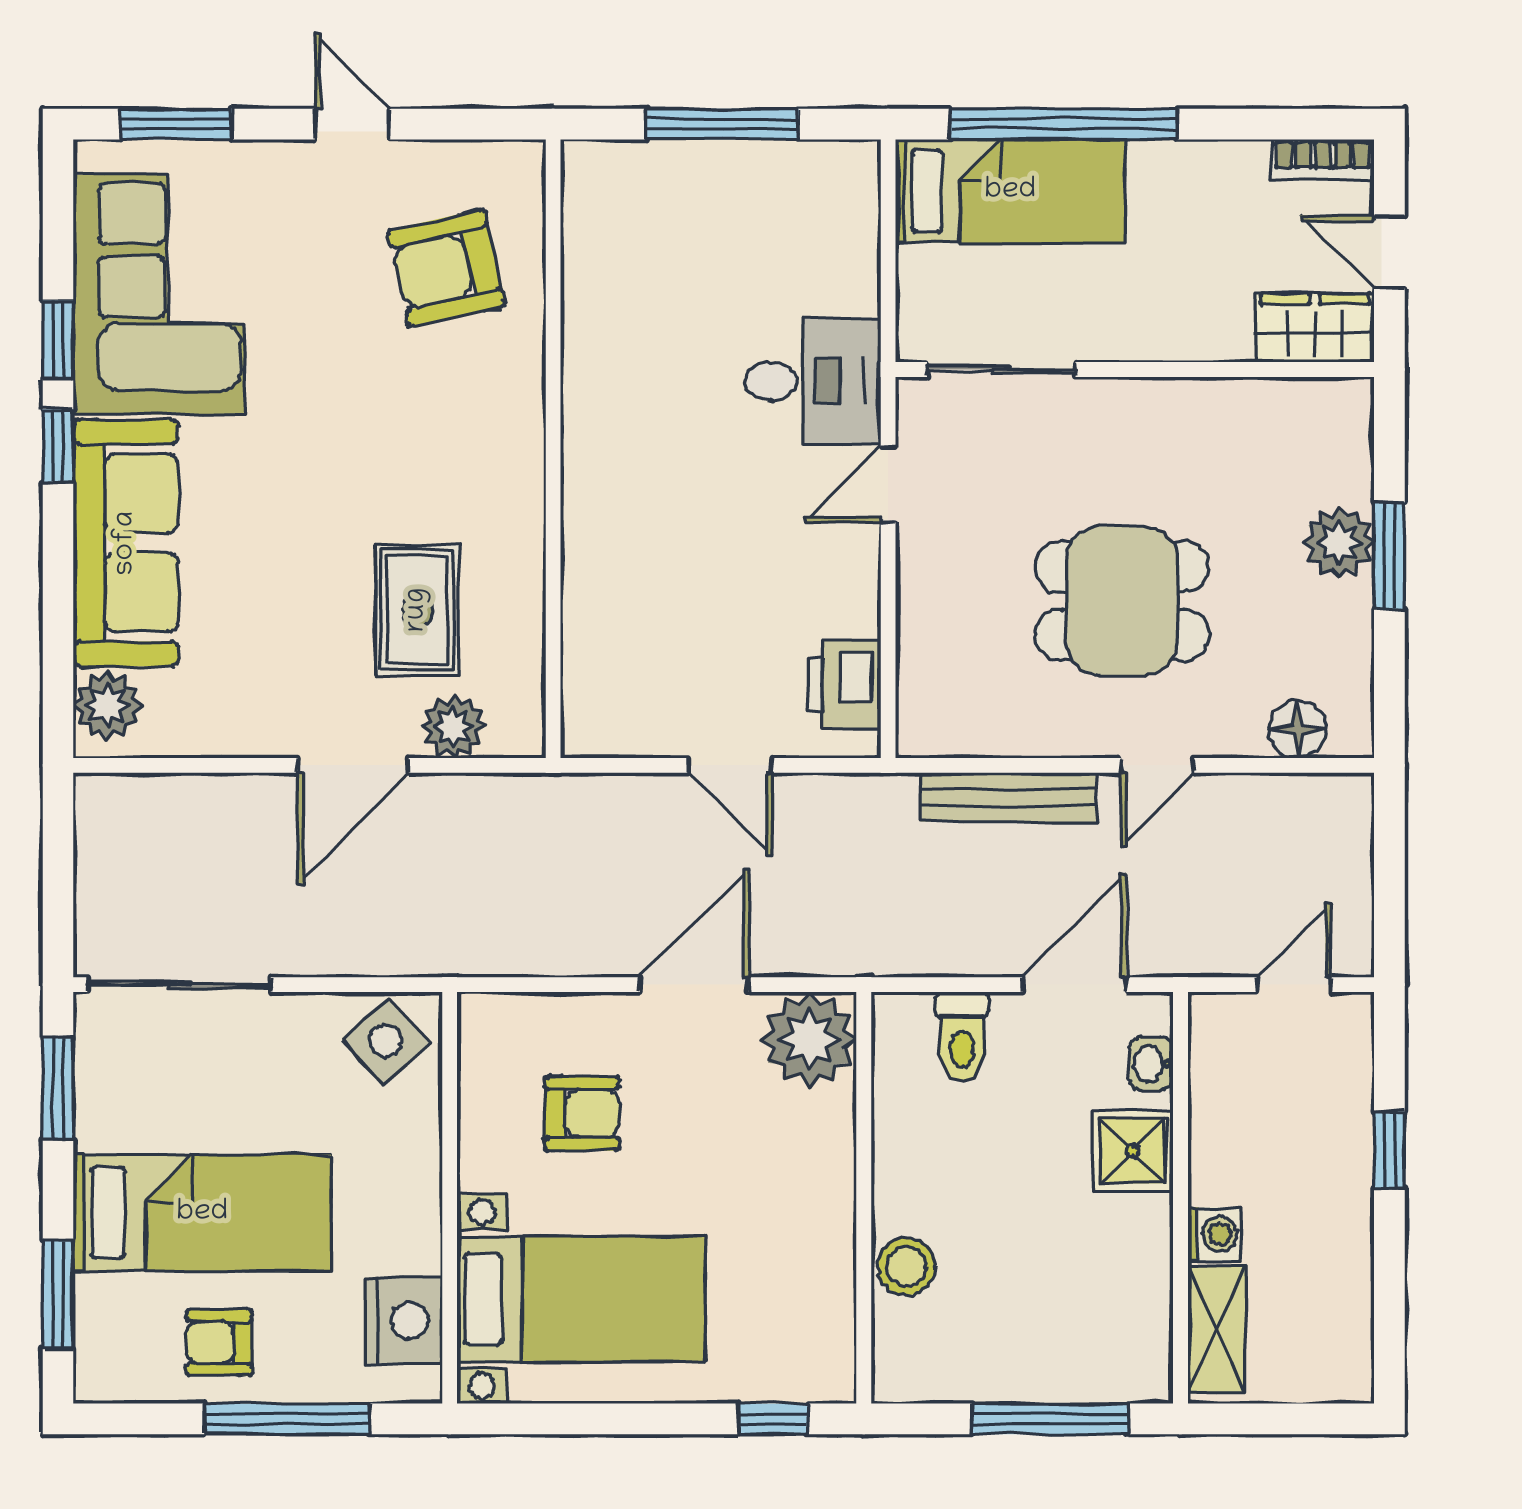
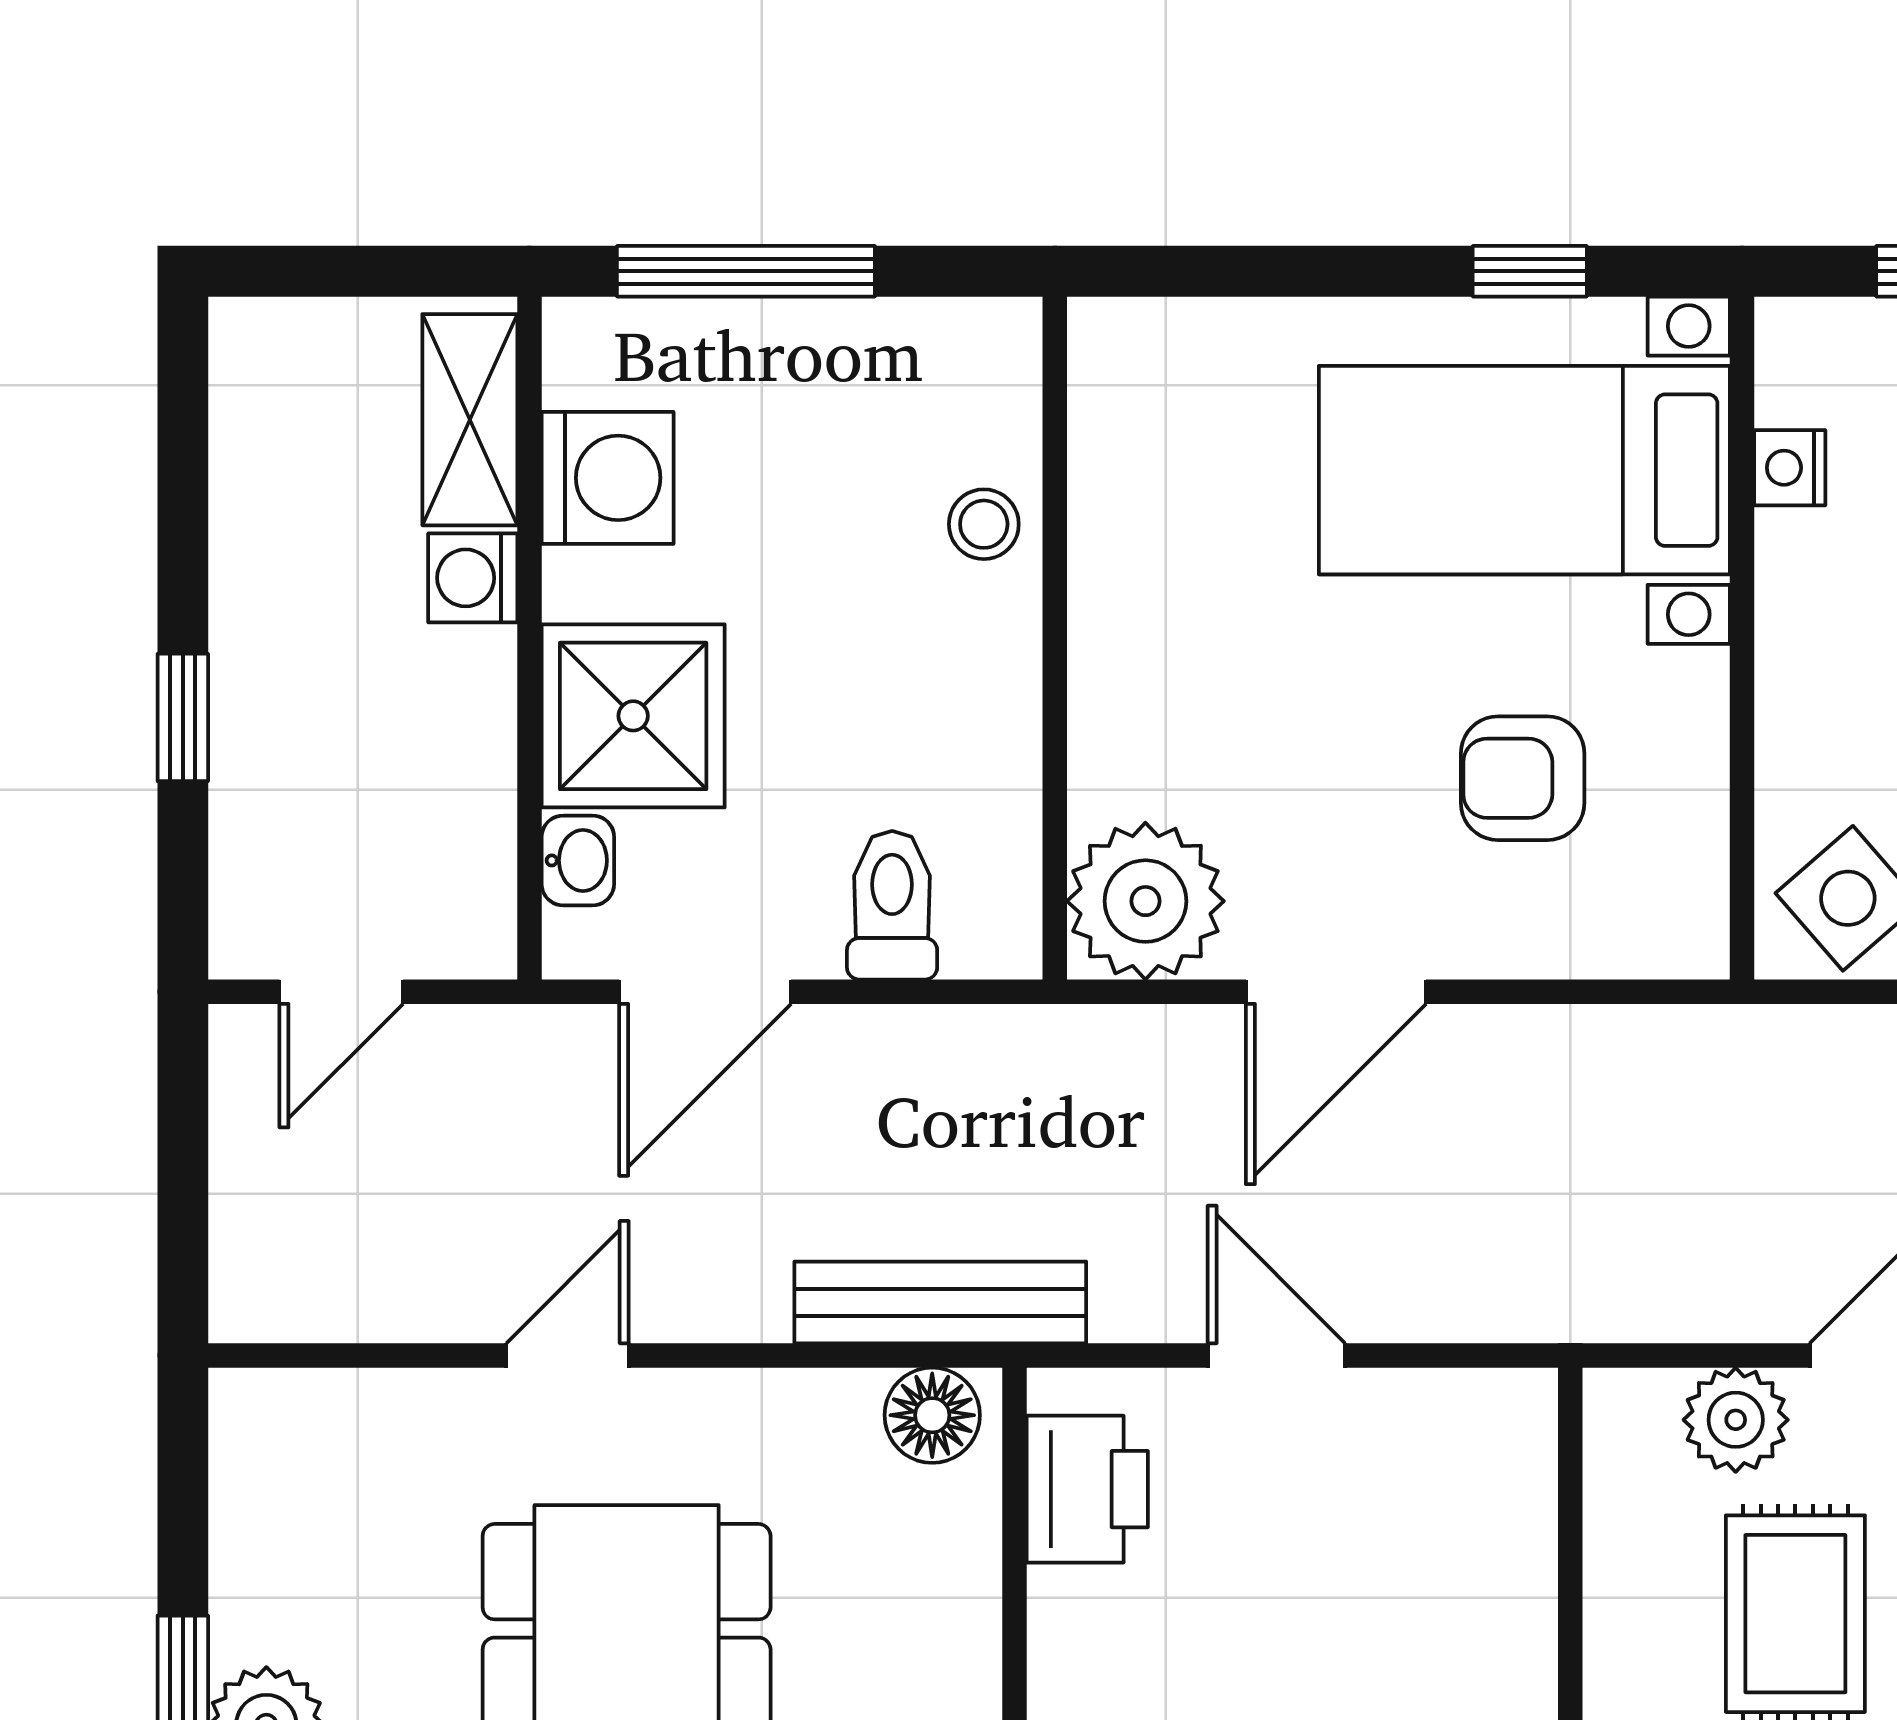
floor lamp: (1297, 729) -> (932, 1415), moved
bench: (1009, 797) -> (940, 1302), moved
shower: (1133, 1151) -> (633, 716), width x1.36, depth x1.36
stool: (907, 1266) -> (984, 524), width x0.73, depth x0.73
washing machine: (1133, 1294) -> (608, 478), added
nightstand: (404, 1321) -> (1790, 468), width x0.53, depth x0.56
window: (773, 1419) -> (1530, 271), moved

